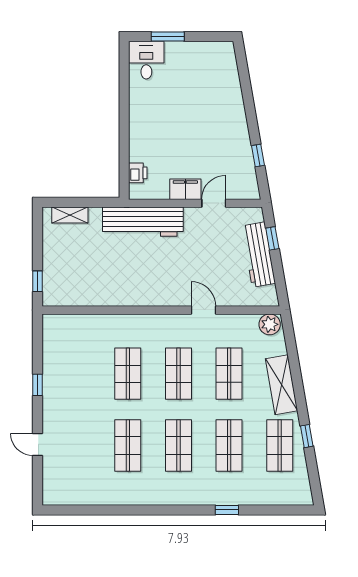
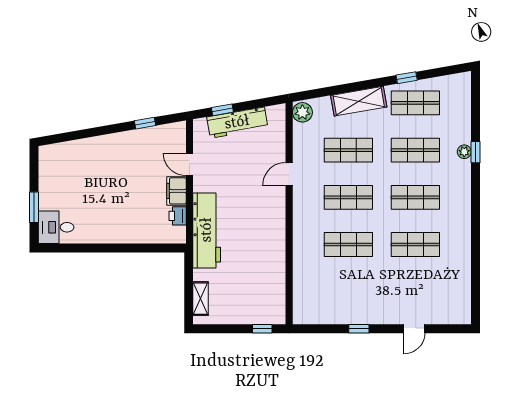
printer: (138, 173) -> (178, 216), moved, turned -90
plant: (227, 498) -> (464, 152), added

